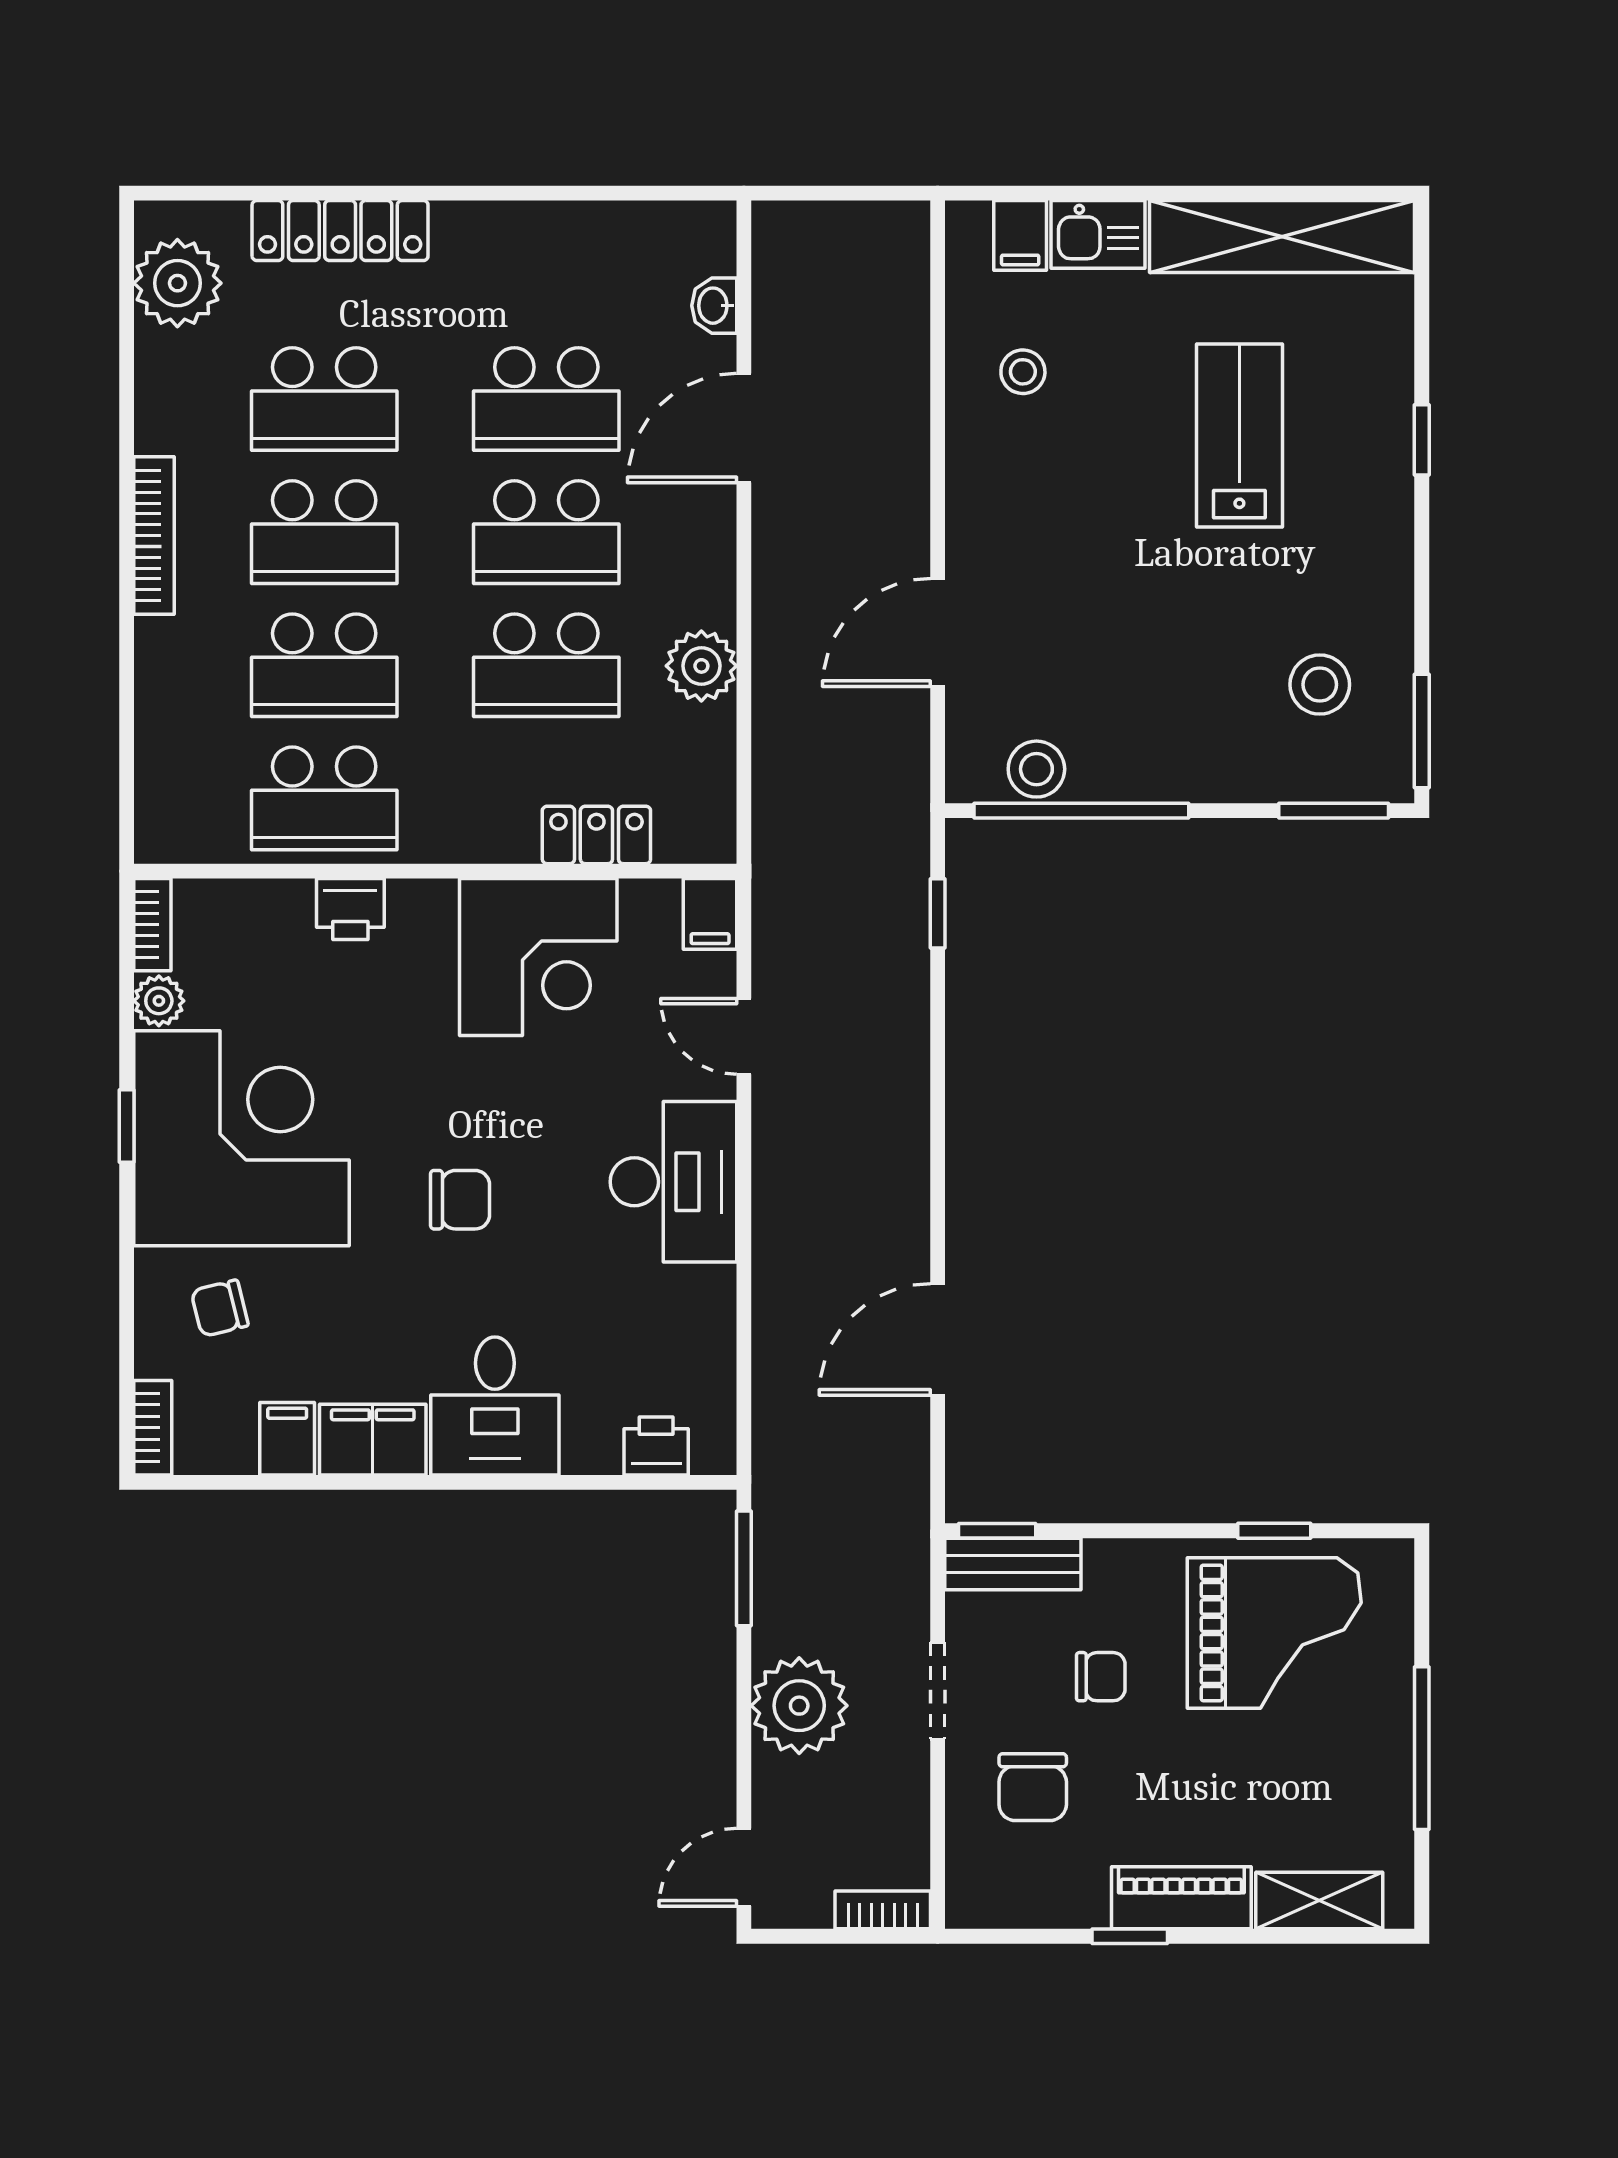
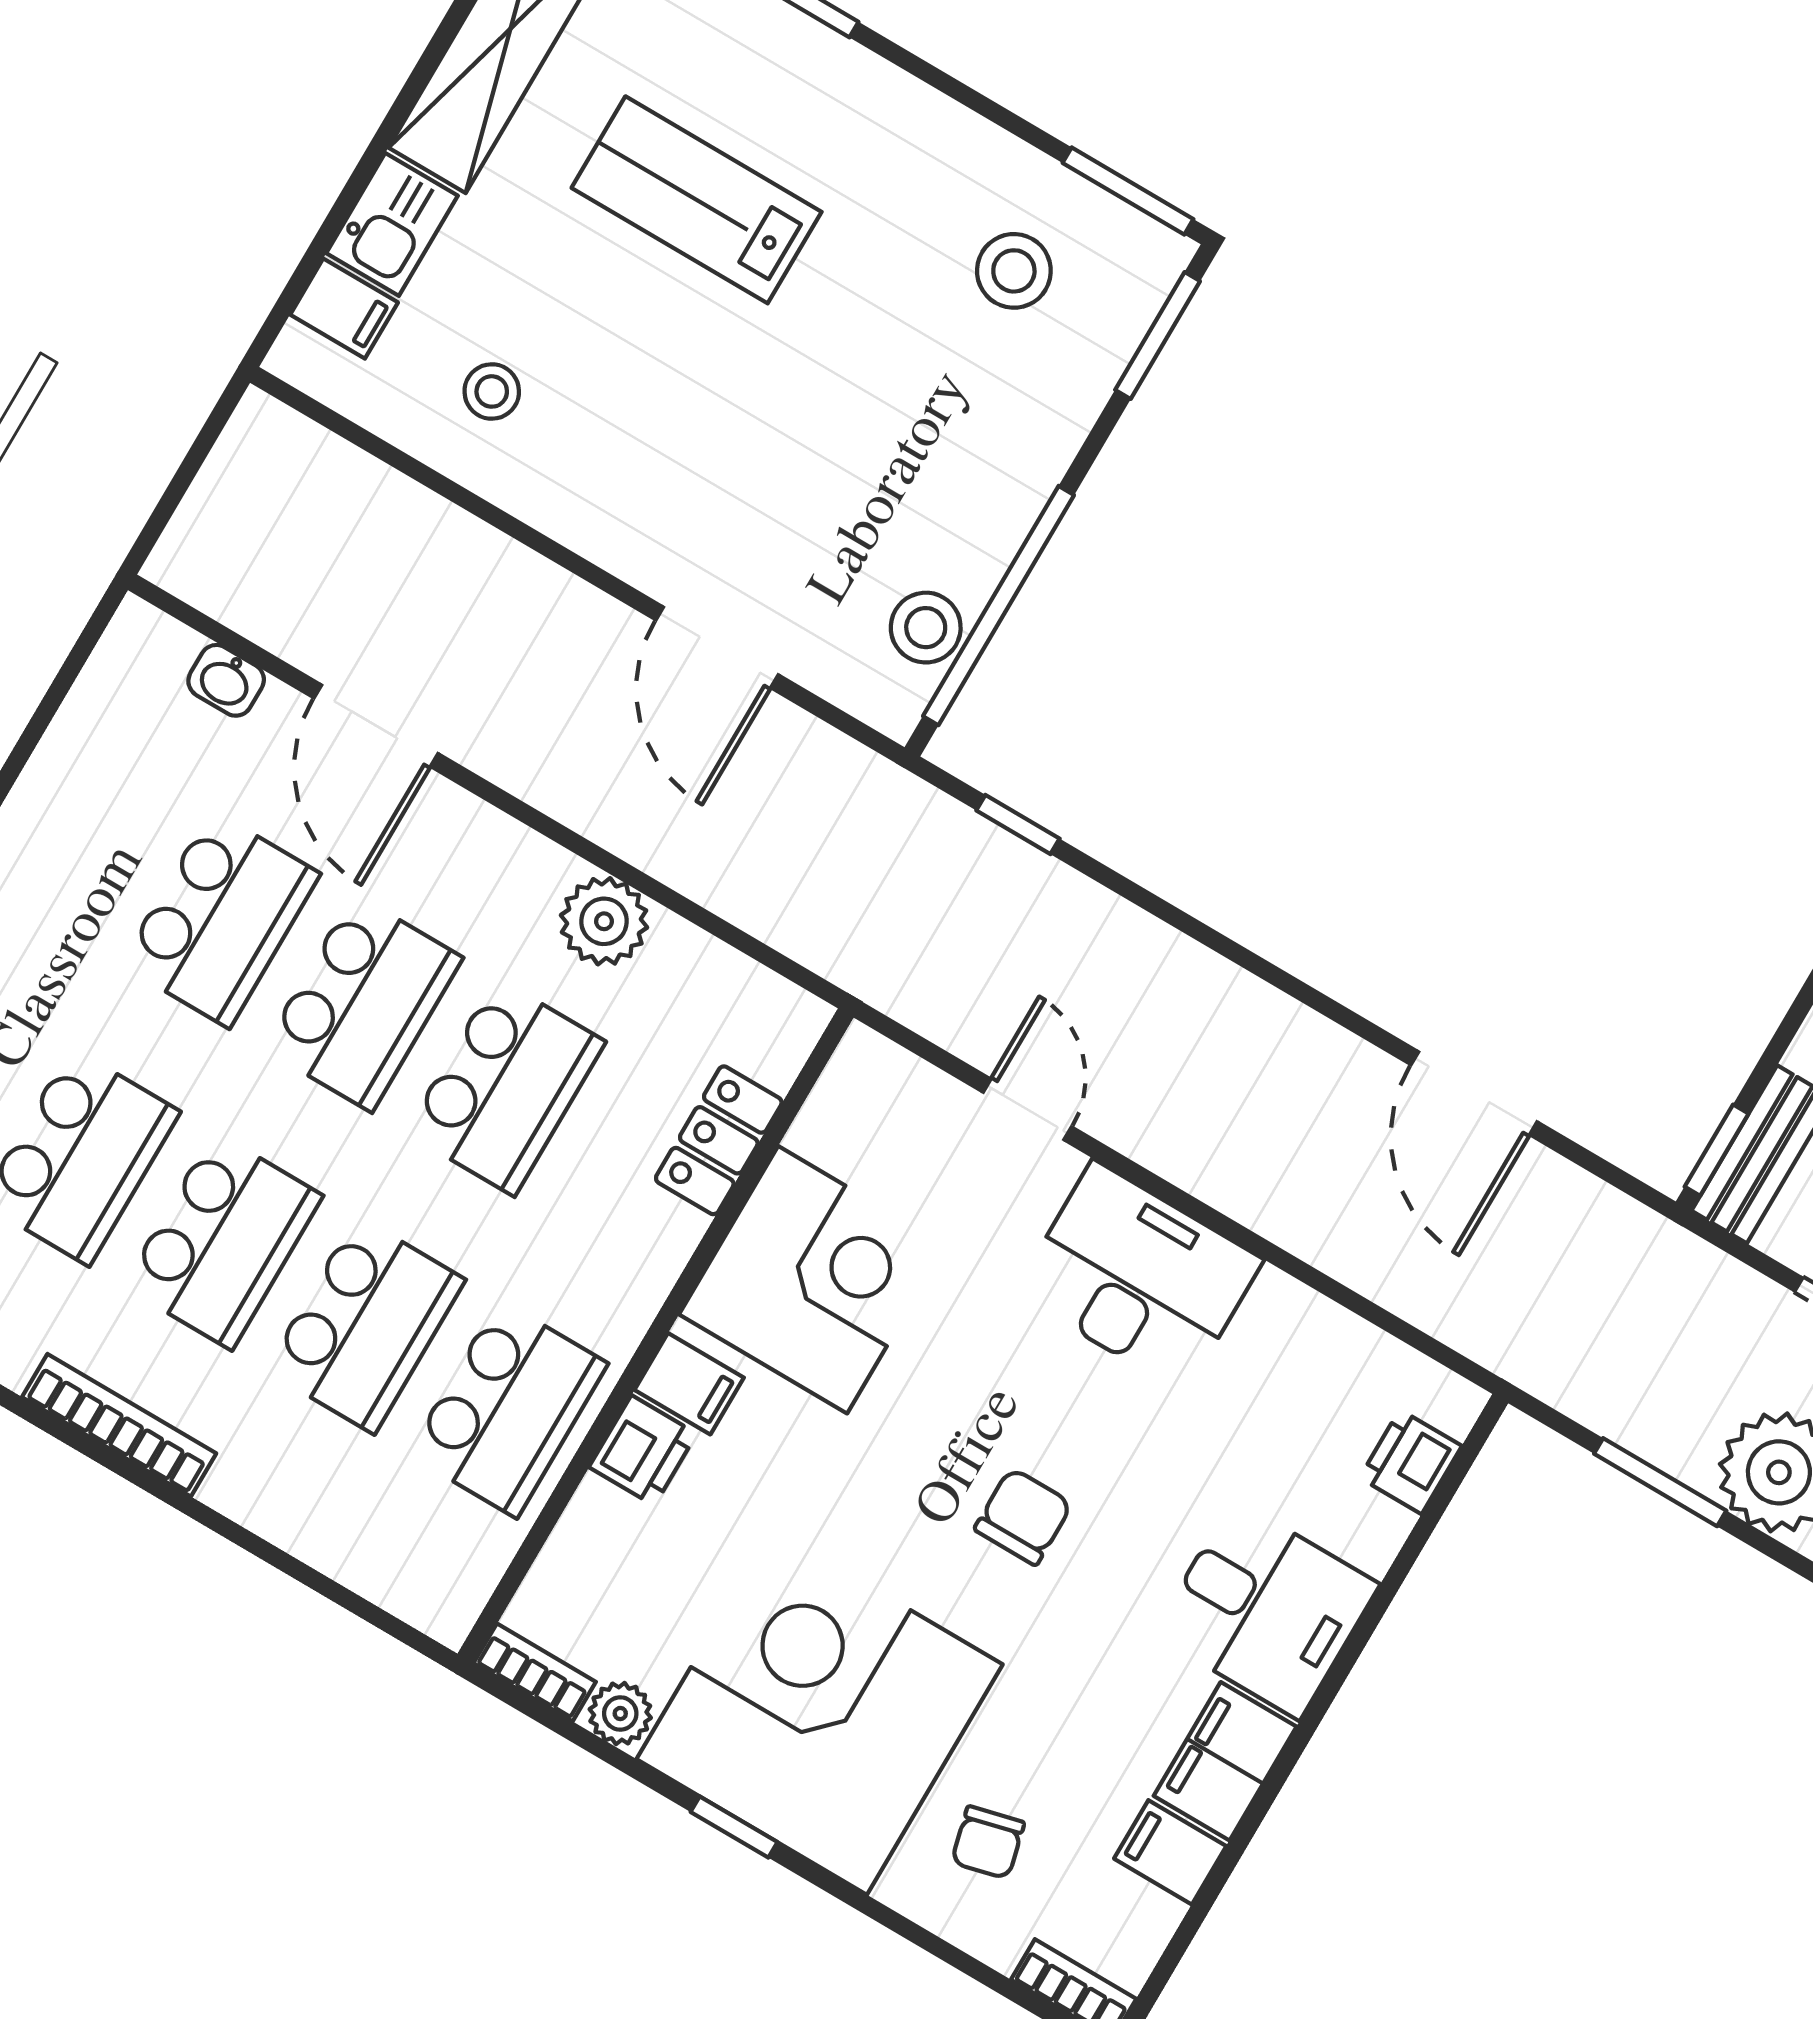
filing cabinet: (710, 914) -> (689, 1384), moved
door: (744, 1036) -> (1027, 1109), swing flipped
window: (744, 1568) -> (1660, 1482), moved

